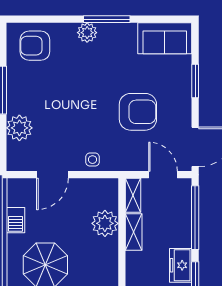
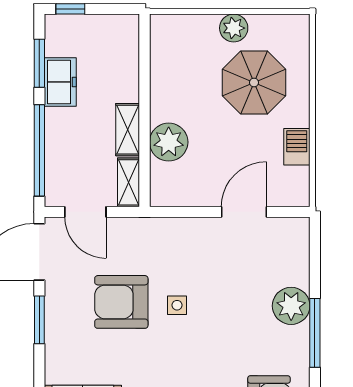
window: (195, 81) -> (39, 320), moved
plant: (19, 128) -> (291, 306), moved
side table: (92, 160) -> (177, 305), moved

